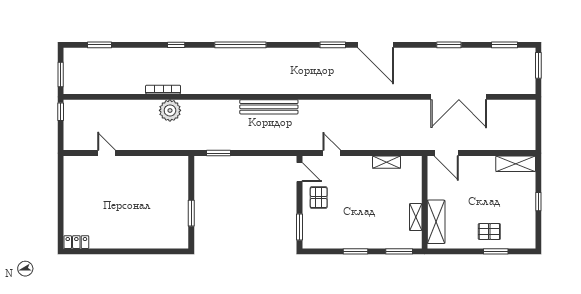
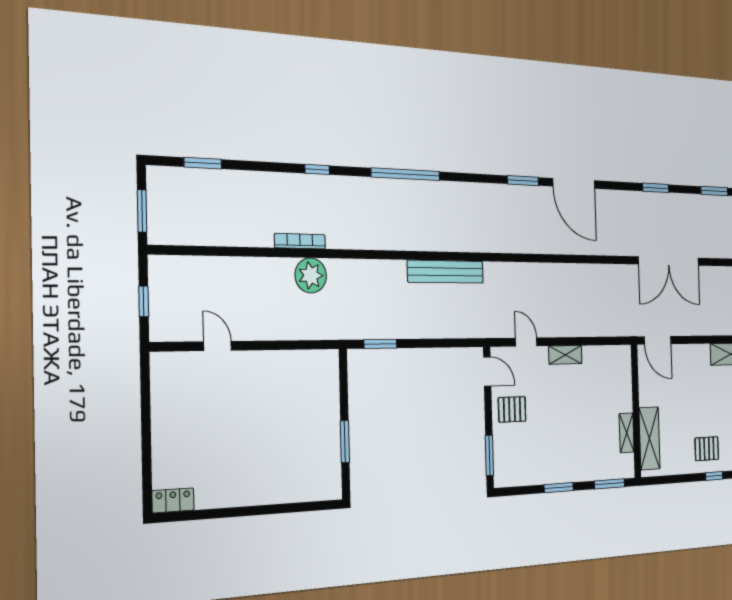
window: (61, 112) -> (144, 301), moved
shelving: (387, 162) -> (565, 355), moved
pallet: (319, 198) -> (512, 409), turned 90
window: (496, 251) -> (714, 476), width x0.67

